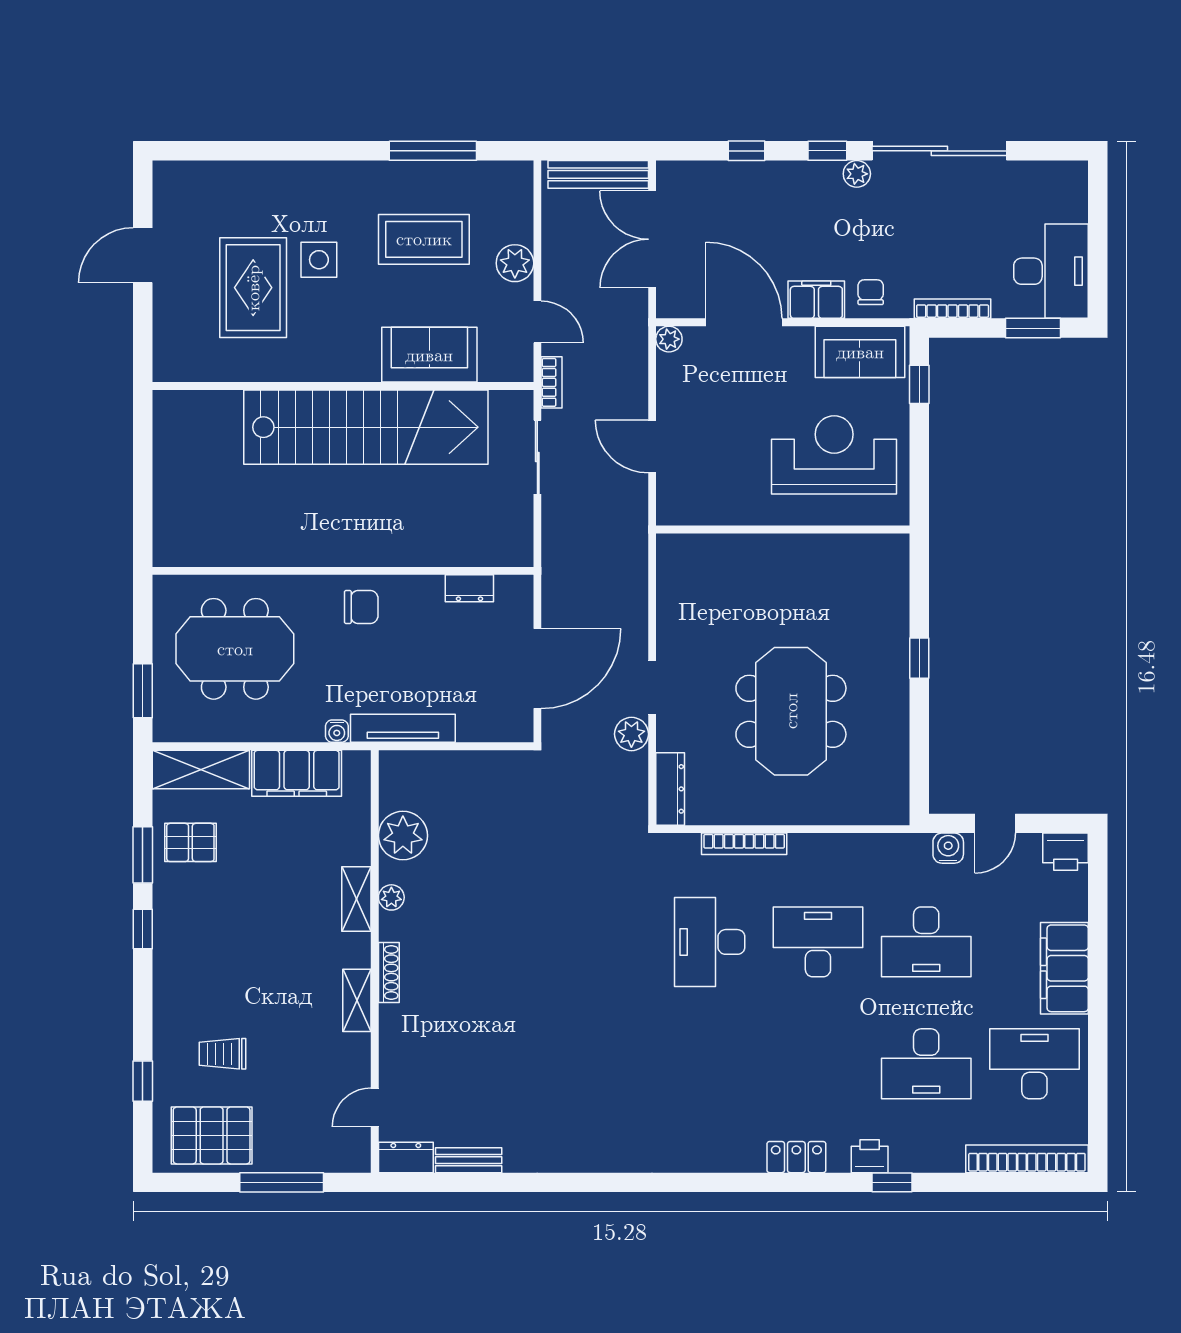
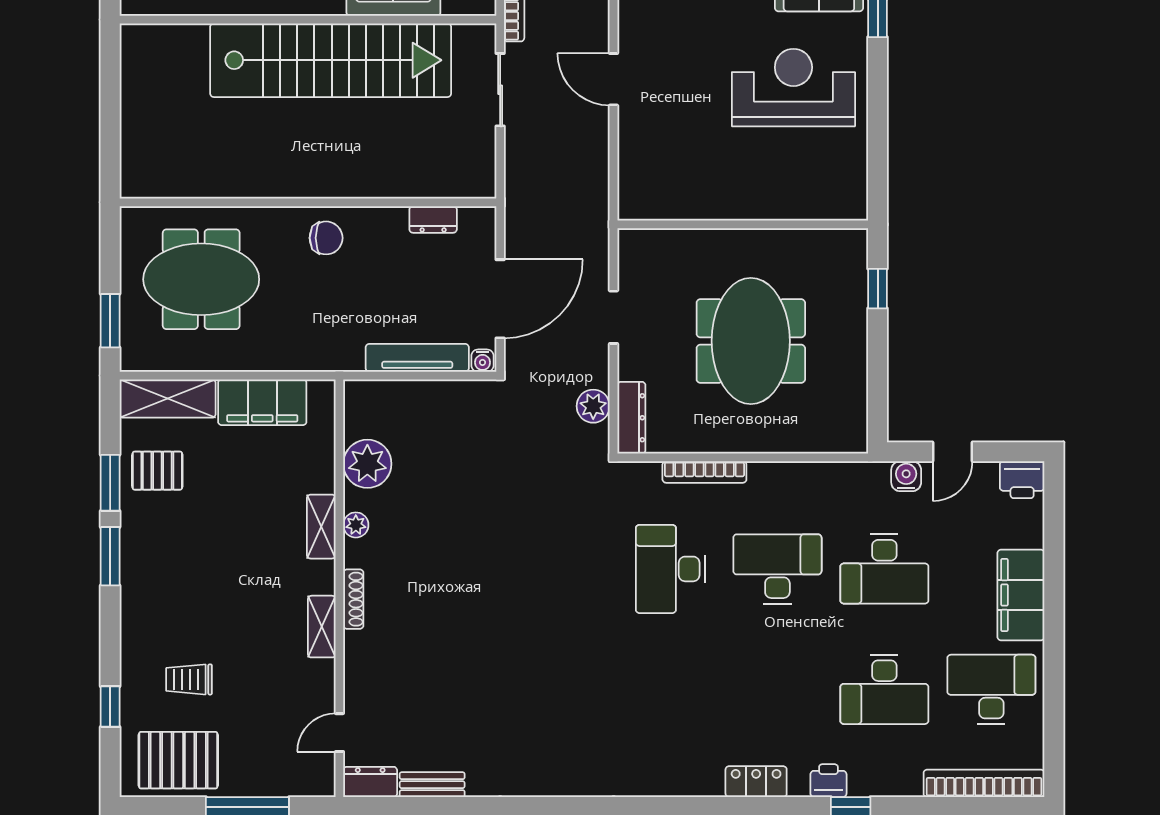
wall: (783, 529) -> (743, 224), moved
tv unit: (403, 728) -> (417, 358), moved
water cooler: (337, 731) -> (482, 361), moved
plant: (631, 734) -> (593, 406), moved
window: (143, 929) -> (110, 556), width x1.50

